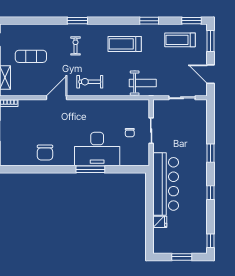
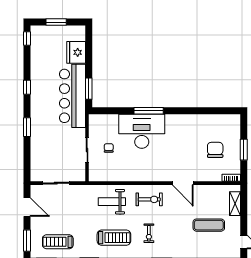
treadmill: (180, 40) -> (58, 242), turned 180
exercise bike: (76, 46) -> (149, 233), moved
weight bench: (143, 83) -> (112, 202), moved
door: (57, 98) -> (183, 183), hinge flipped
chair: (45, 153) -> (215, 150), moved
window: (149, 191) -> (89, 89), added
fridge: (160, 222) -> (76, 52), width x1.88, depth x1.34

